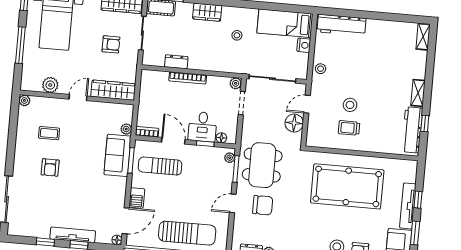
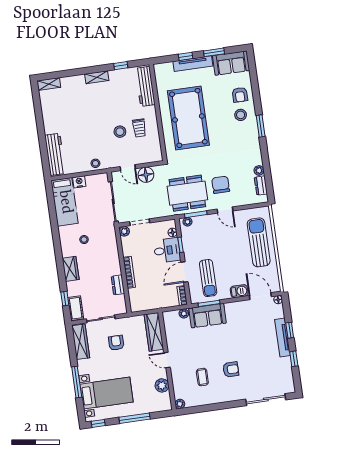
workbench: (412, 130) -> (145, 86), moved, turned 90

